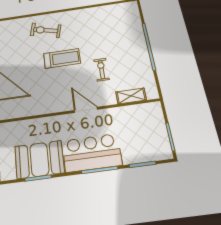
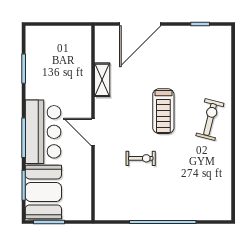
exercise bike: (46, 30) -> (210, 119), moved
shelving: (131, 96) -> (102, 80), moved
door: (86, 110) -> (93, 132), swing flipped
booth: (39, 159) -> (43, 192), moved

